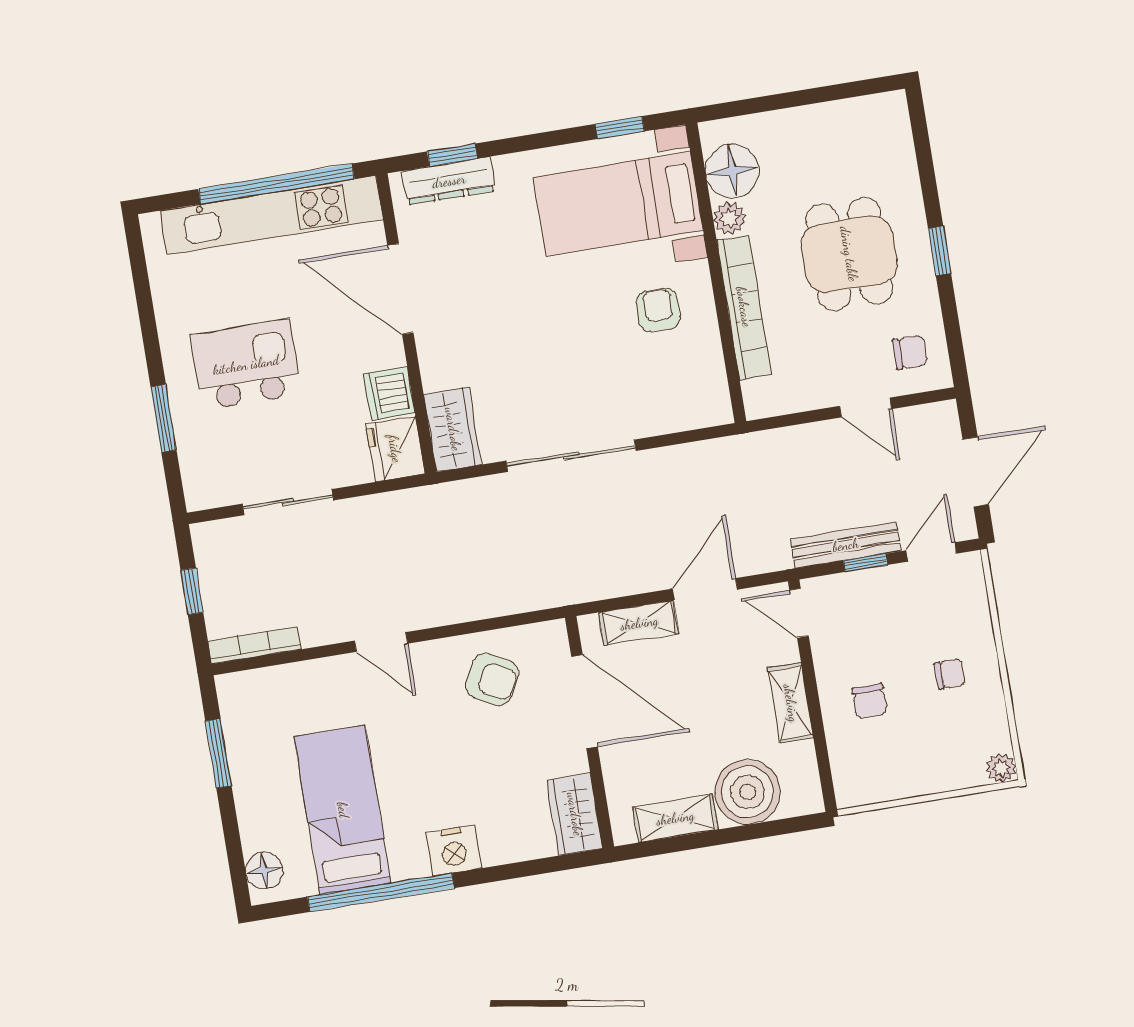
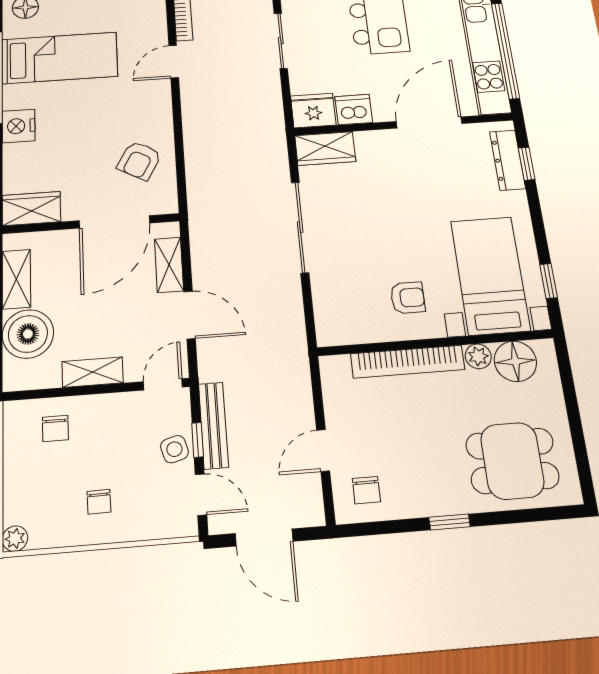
dining table: (849, 254) -> (512, 461), moved
side table: (879, 590) -> (174, 449), added
door: (381, 642) -> (174, 62), moved
chair: (870, 701) -> (55, 428), moved, turned -90

